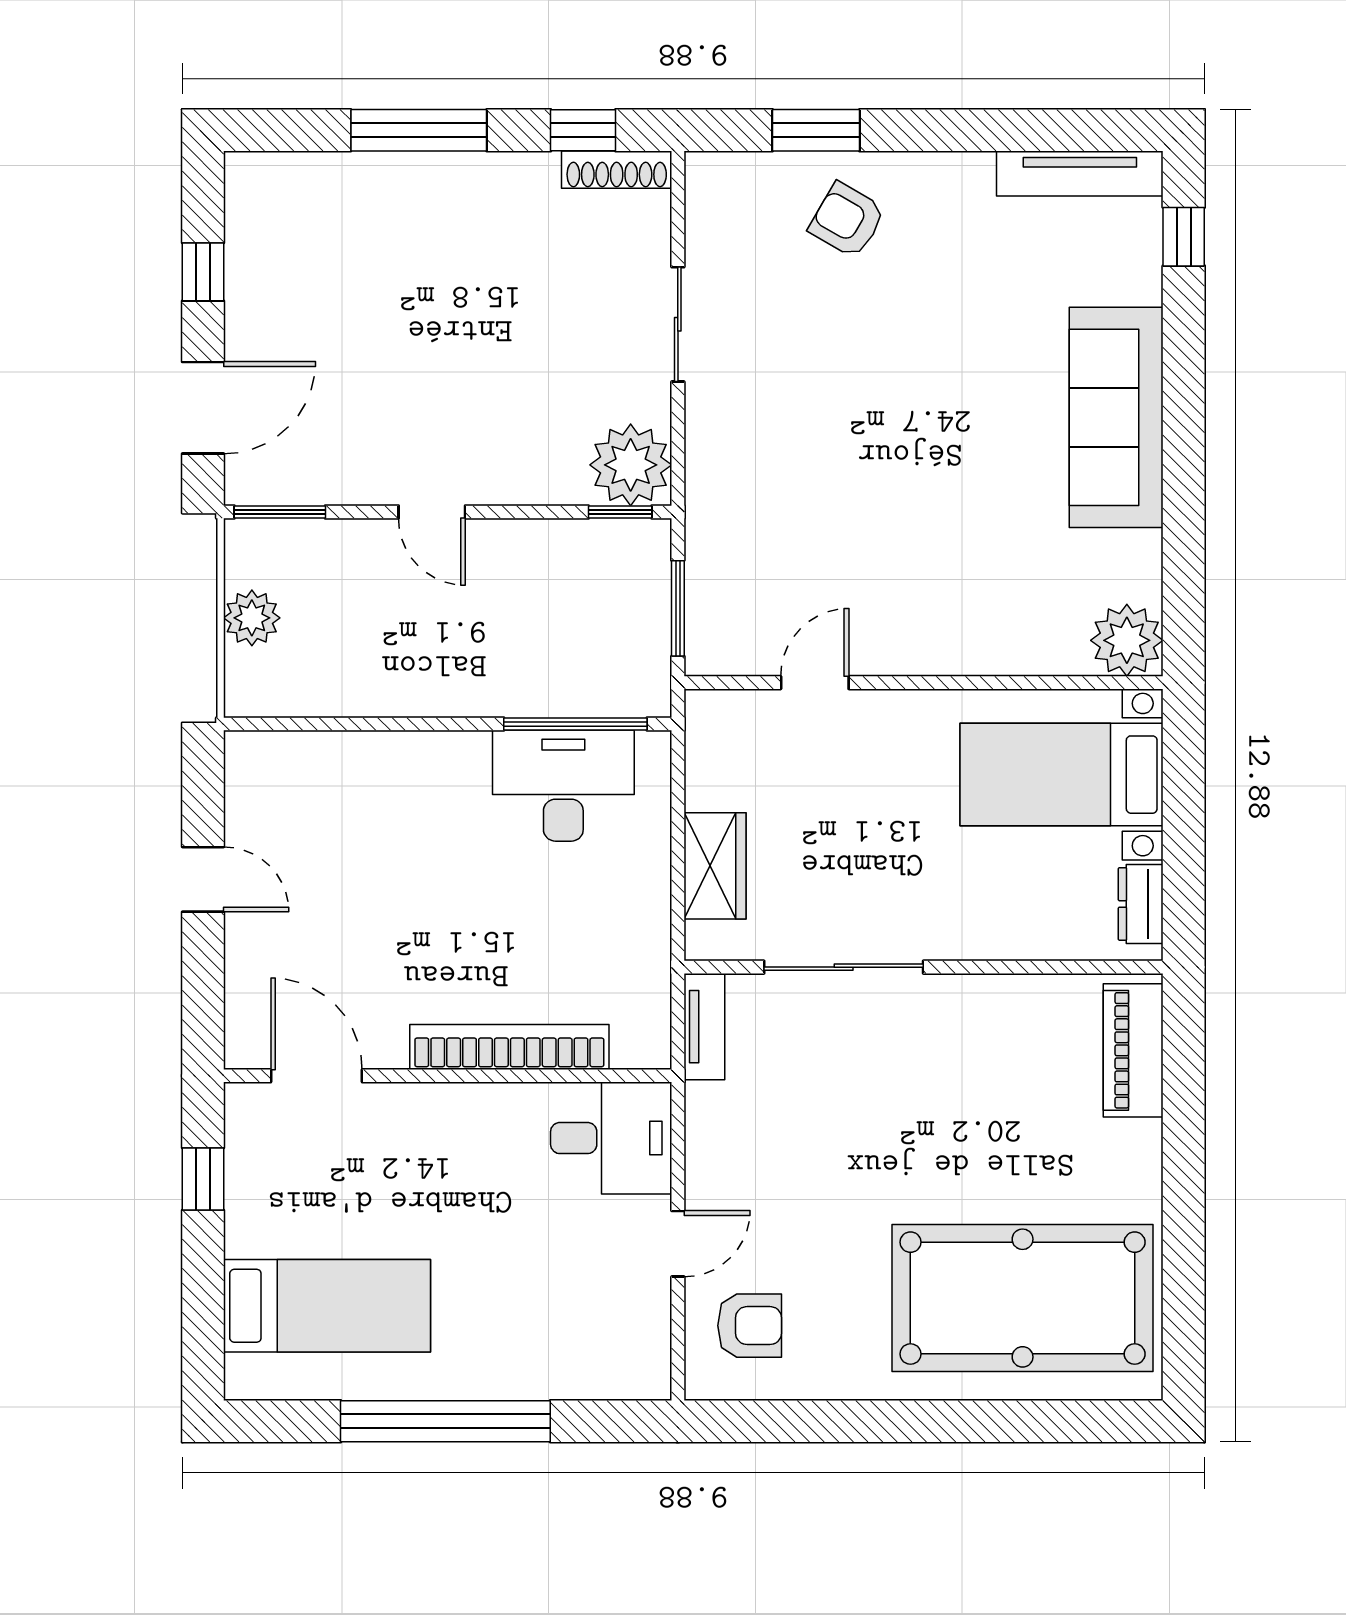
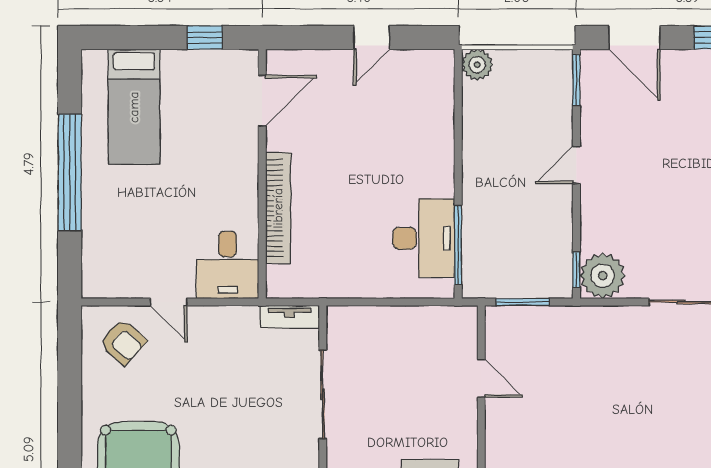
plant: (252, 618) -> (477, 65), moved
wardrobe: (715, 866) -> (379, 323), removed
armchair: (750, 1326) -> (123, 342), turned -48

